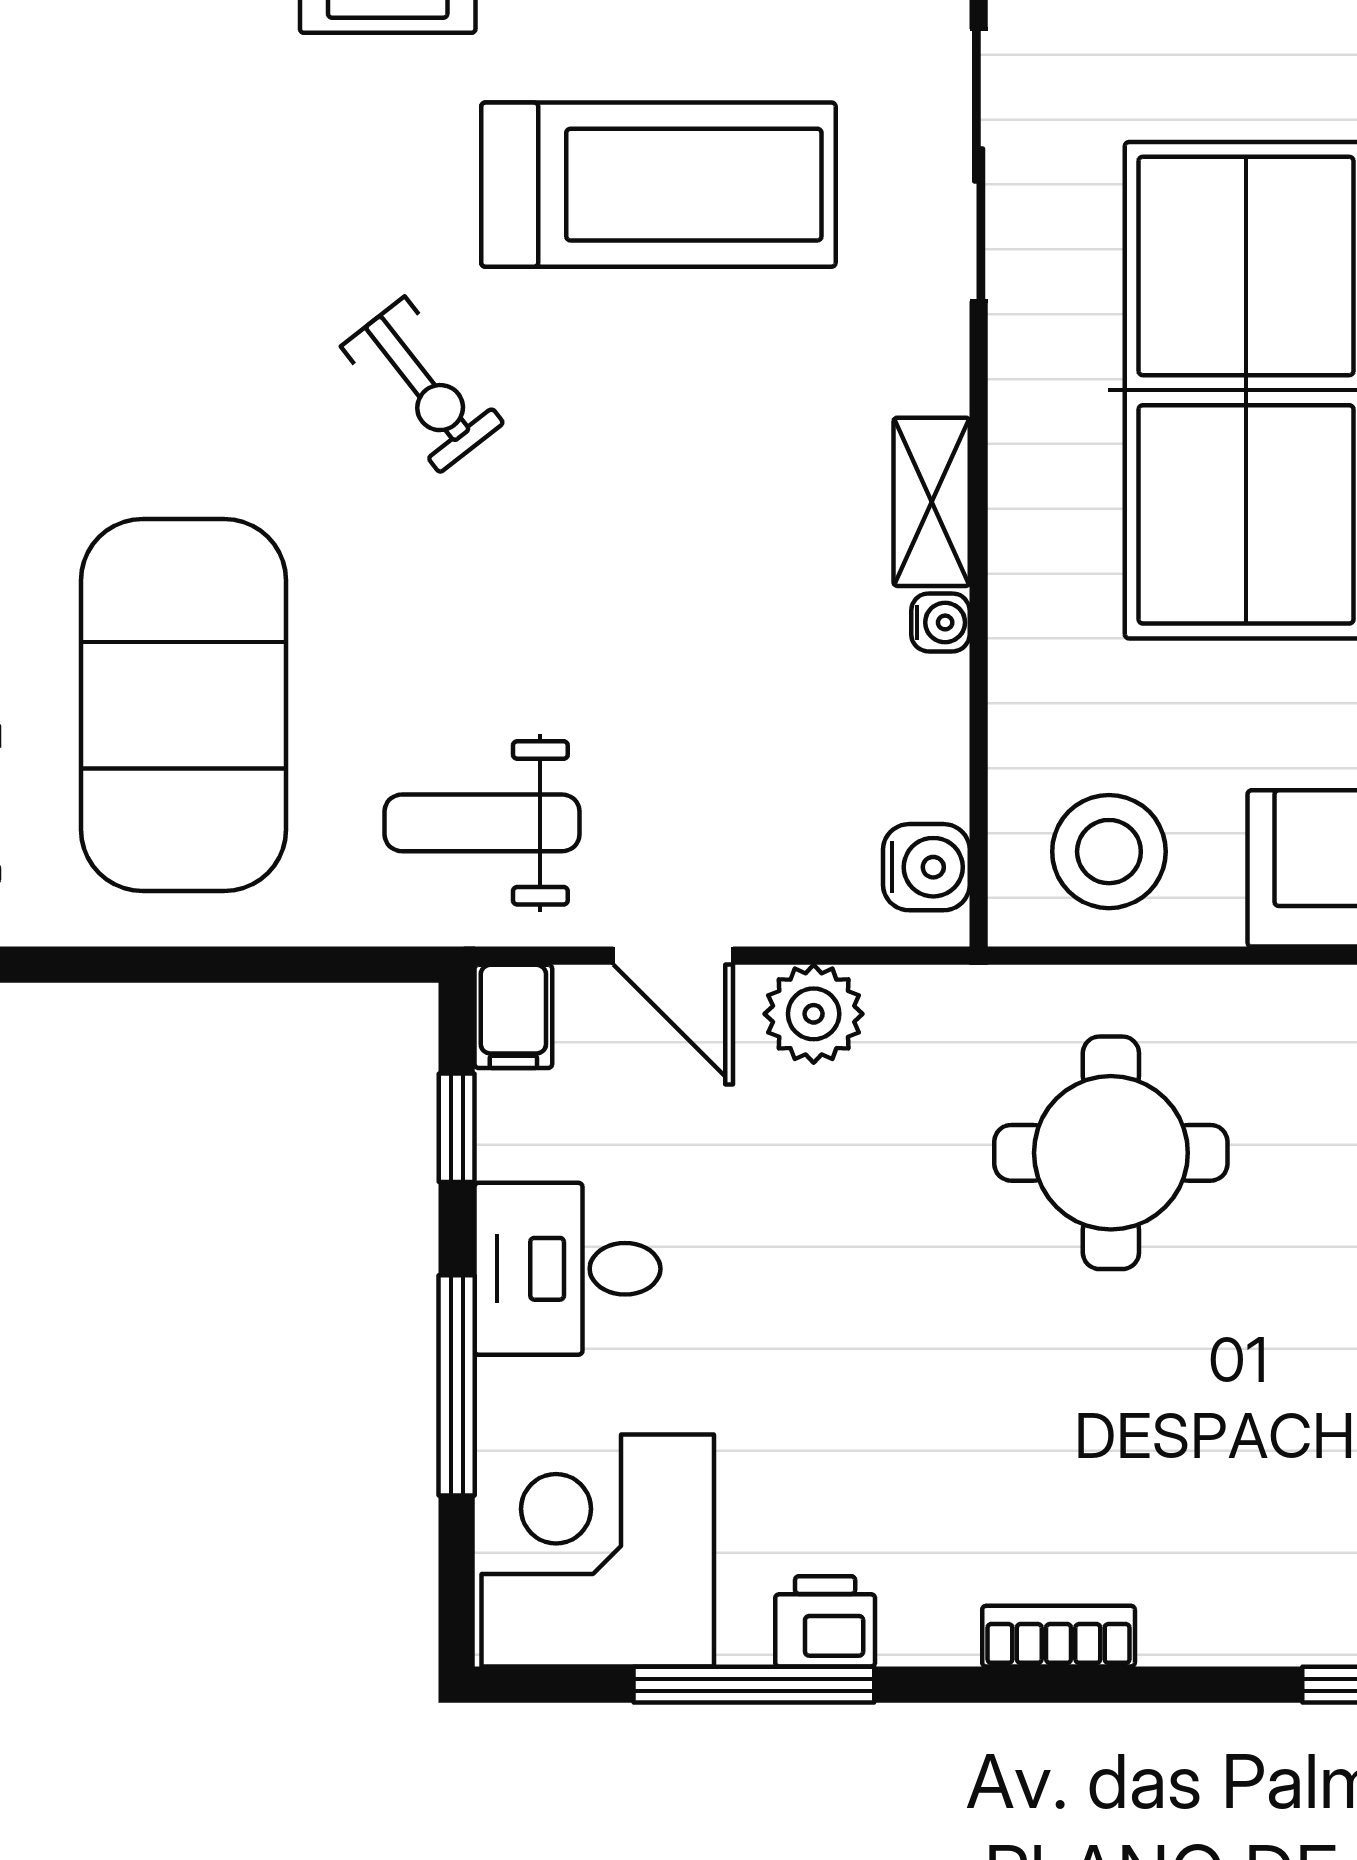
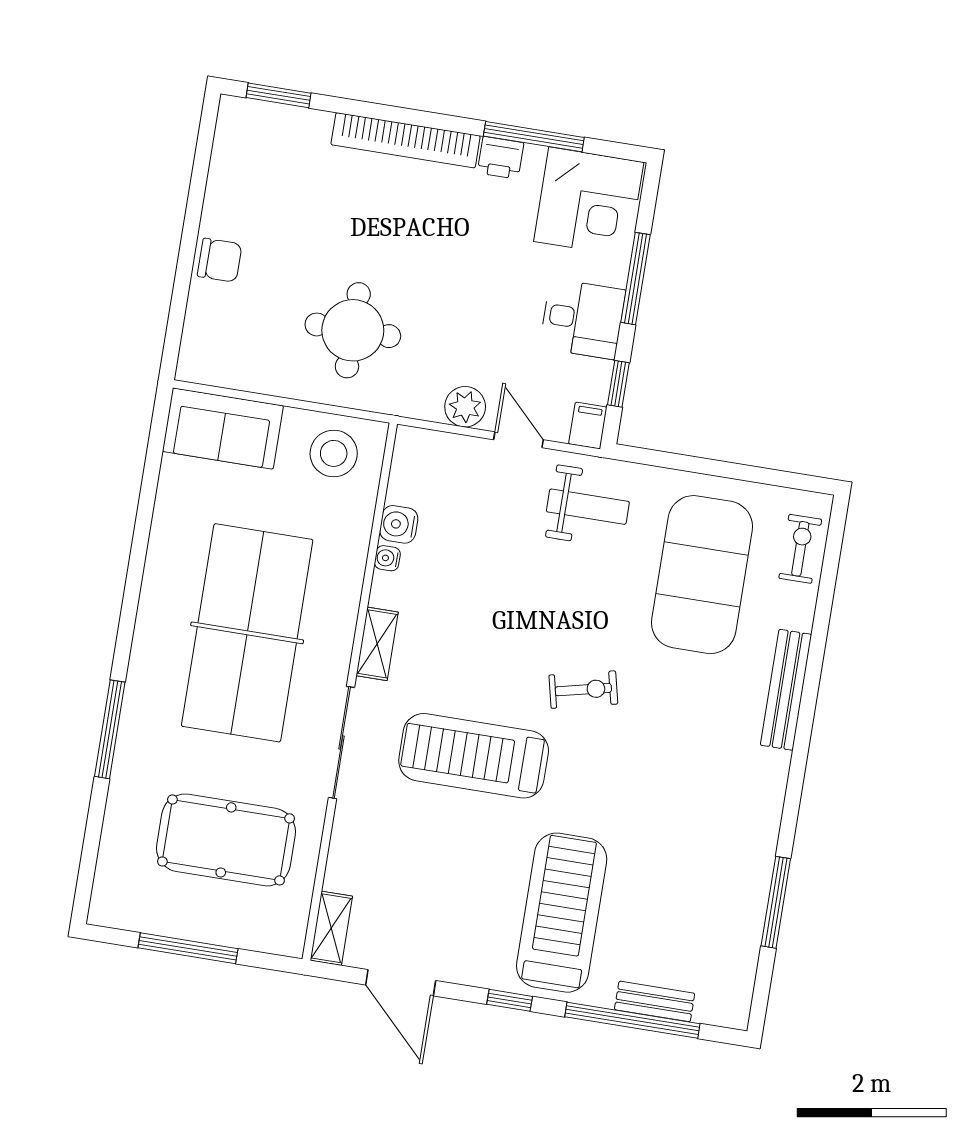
exercise bike: (422, 385) -> (583, 690), turned 115
shelving: (932, 502) -> (377, 644), moved
water cooler: (926, 867) -> (399, 524), moved
bookcase: (1059, 1636) -> (406, 140), width x2.31, depth x1.31

